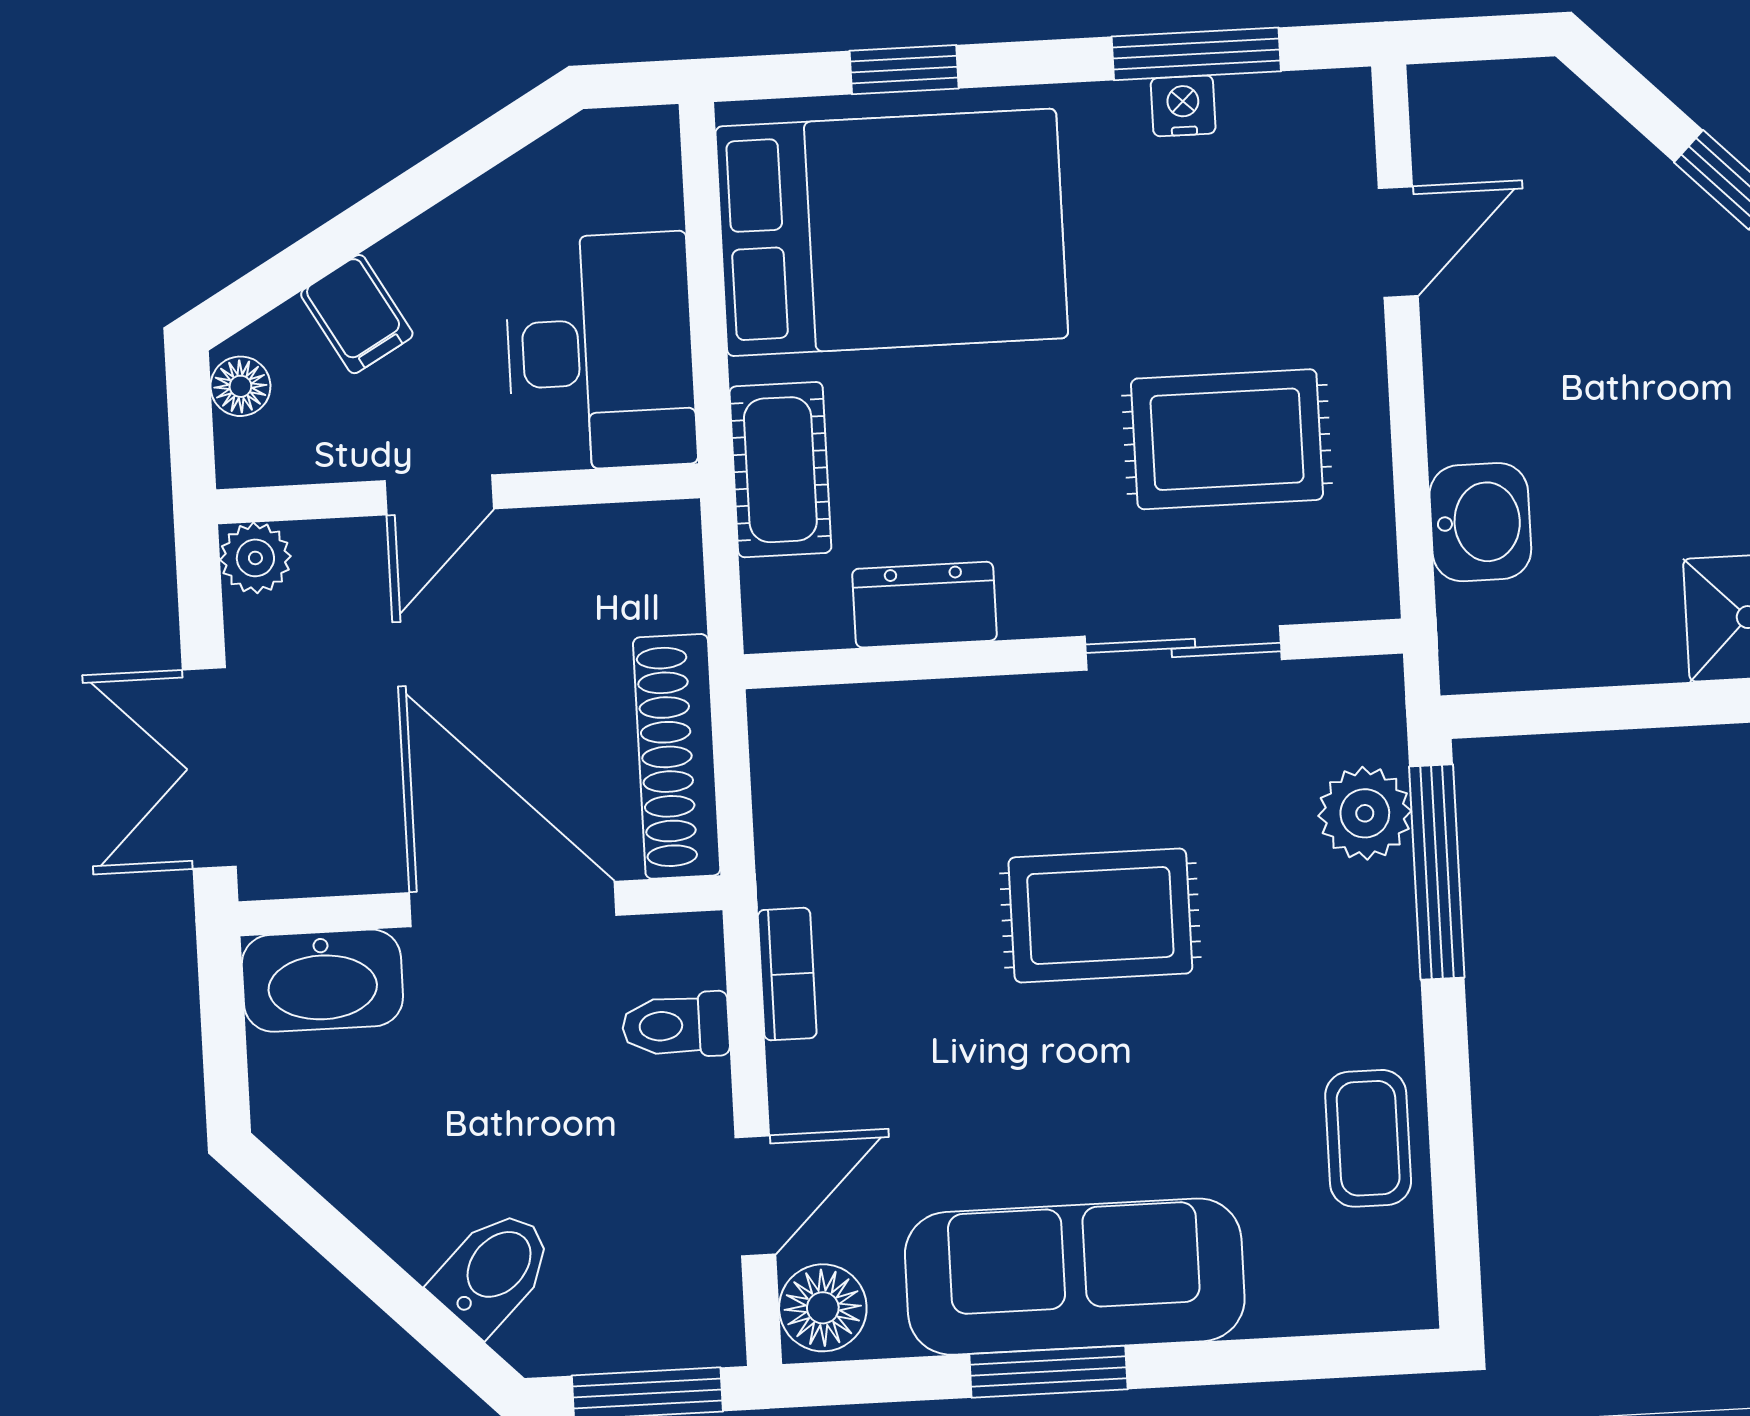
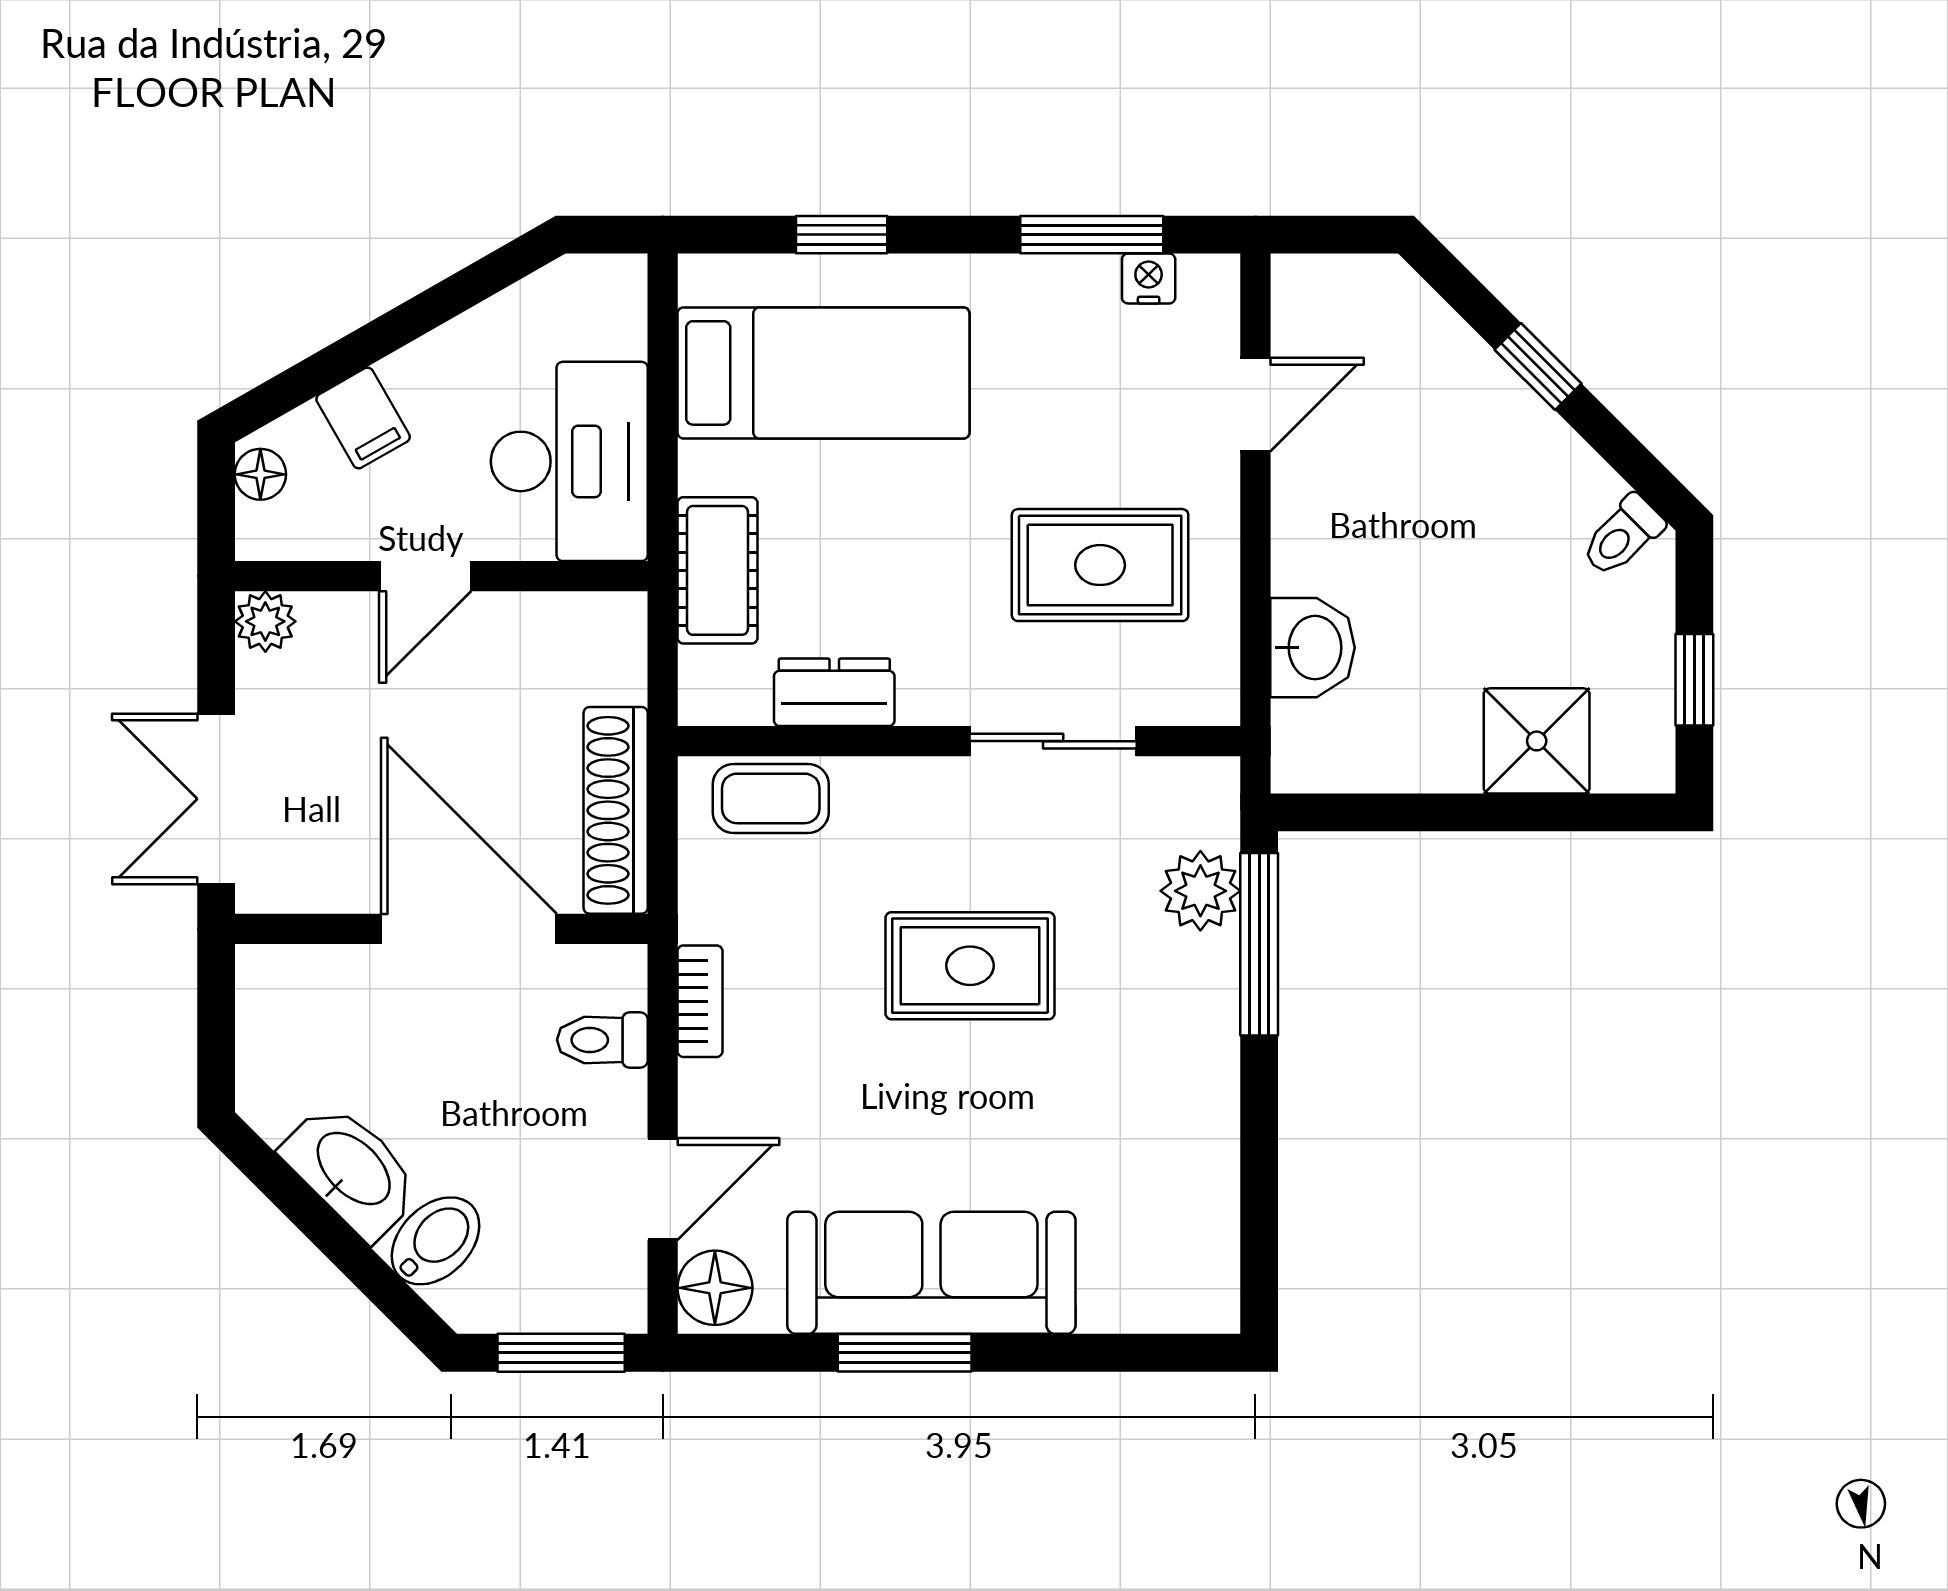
nightstand: (1183, 106) -> (1149, 279), moved
bed: (892, 232) -> (823, 373), width x0.67
washbasin: (322, 981) -> (352, 1170), moved, turned -135
coffee table: (1368, 1138) -> (771, 798), moved, turned 90

